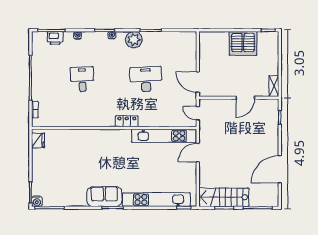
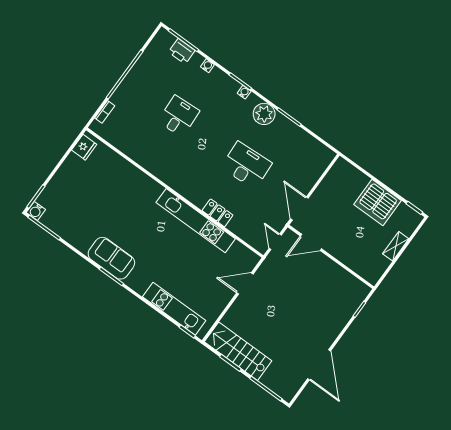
shelving: (274, 86) -> (396, 246), moved
door: (245, 98) -> (311, 242), moved
locker: (127, 121) -> (218, 213), moved
kitchen unit: (164, 136) -> (196, 221), moved
door: (280, 169) -> (319, 365), swing flipped
kitchen unit: (156, 200) -> (174, 309), width x0.73

